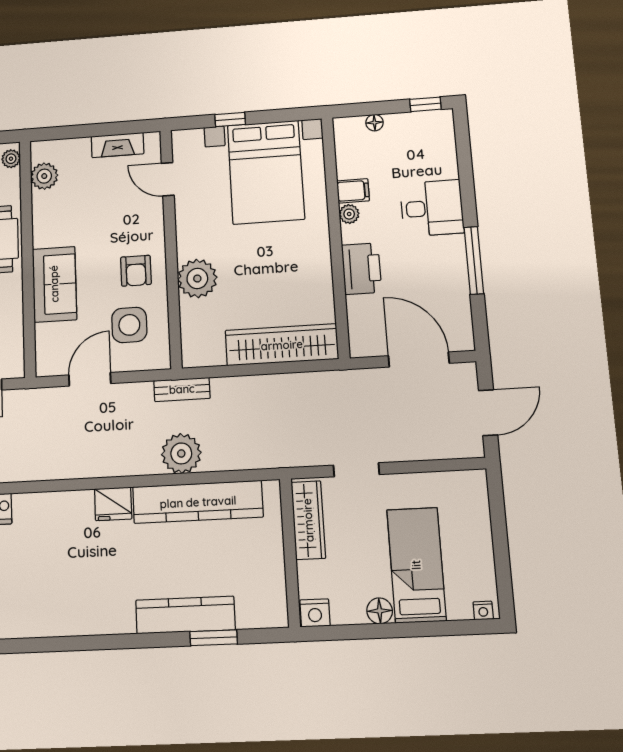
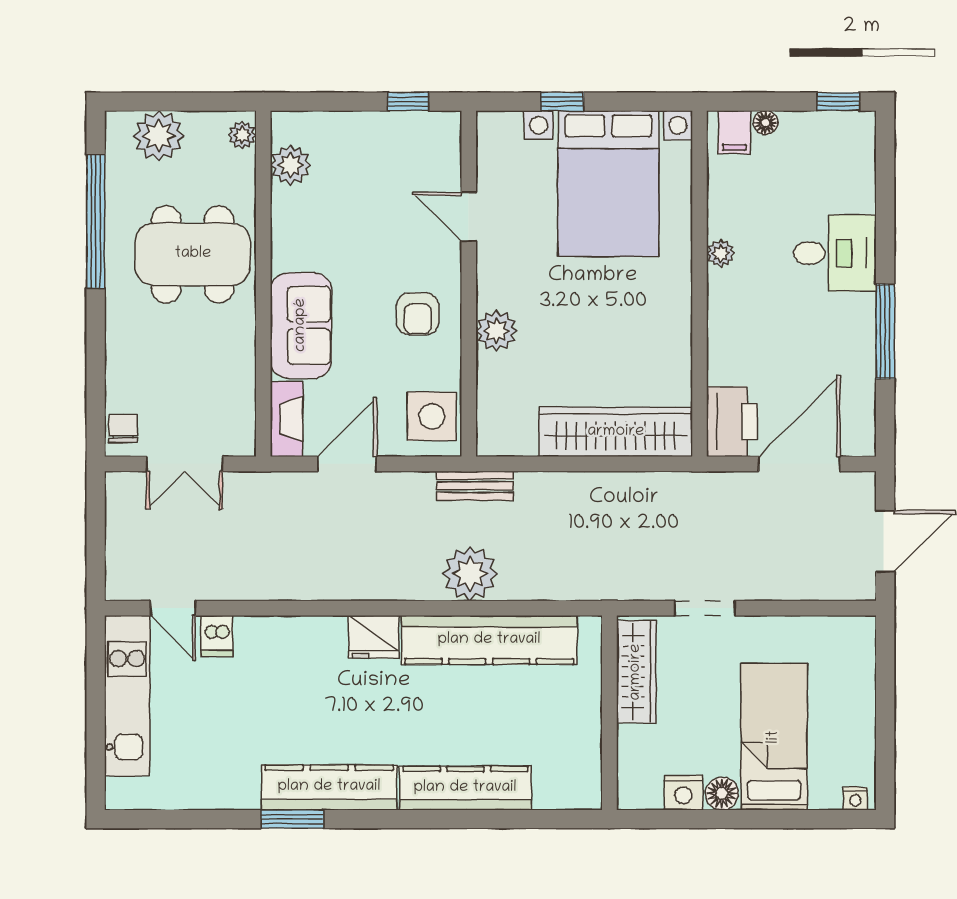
window: (124, 128) -> (408, 102), added
fireplace: (117, 145) -> (287, 419), moved, turned -90
door: (168, 179) -> (469, 217), moved
filing cabinet: (353, 191) -> (734, 132), moved, turned 90
printer: (361, 269) -> (732, 422), moved
plant: (197, 279) -> (496, 331), width x0.73, depth x0.73
side table: (129, 325) -> (432, 416), moved
door: (419, 360) -> (799, 464), hinge flipped
nightstand: (315, 613) -> (683, 793), moved
kitchen counter: (84, 619) -> (329, 787), added
window: (214, 638) -> (292, 819), moved

